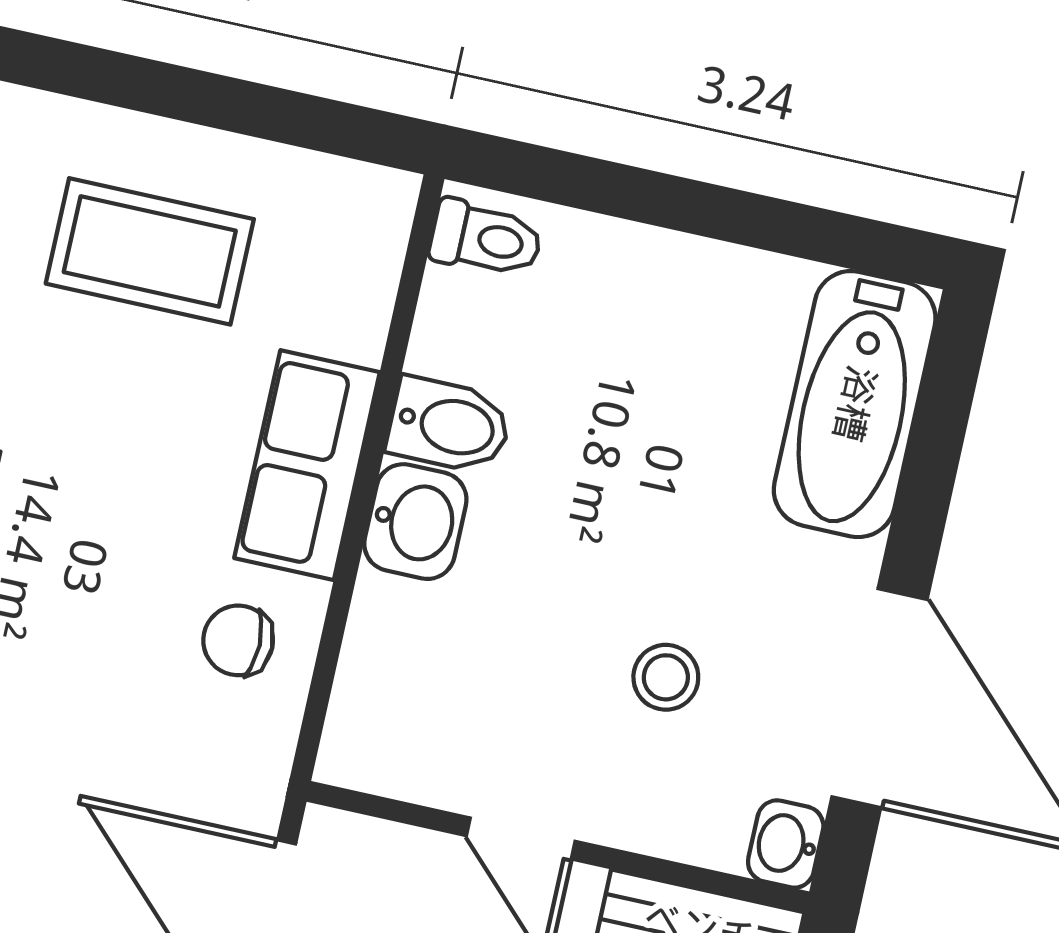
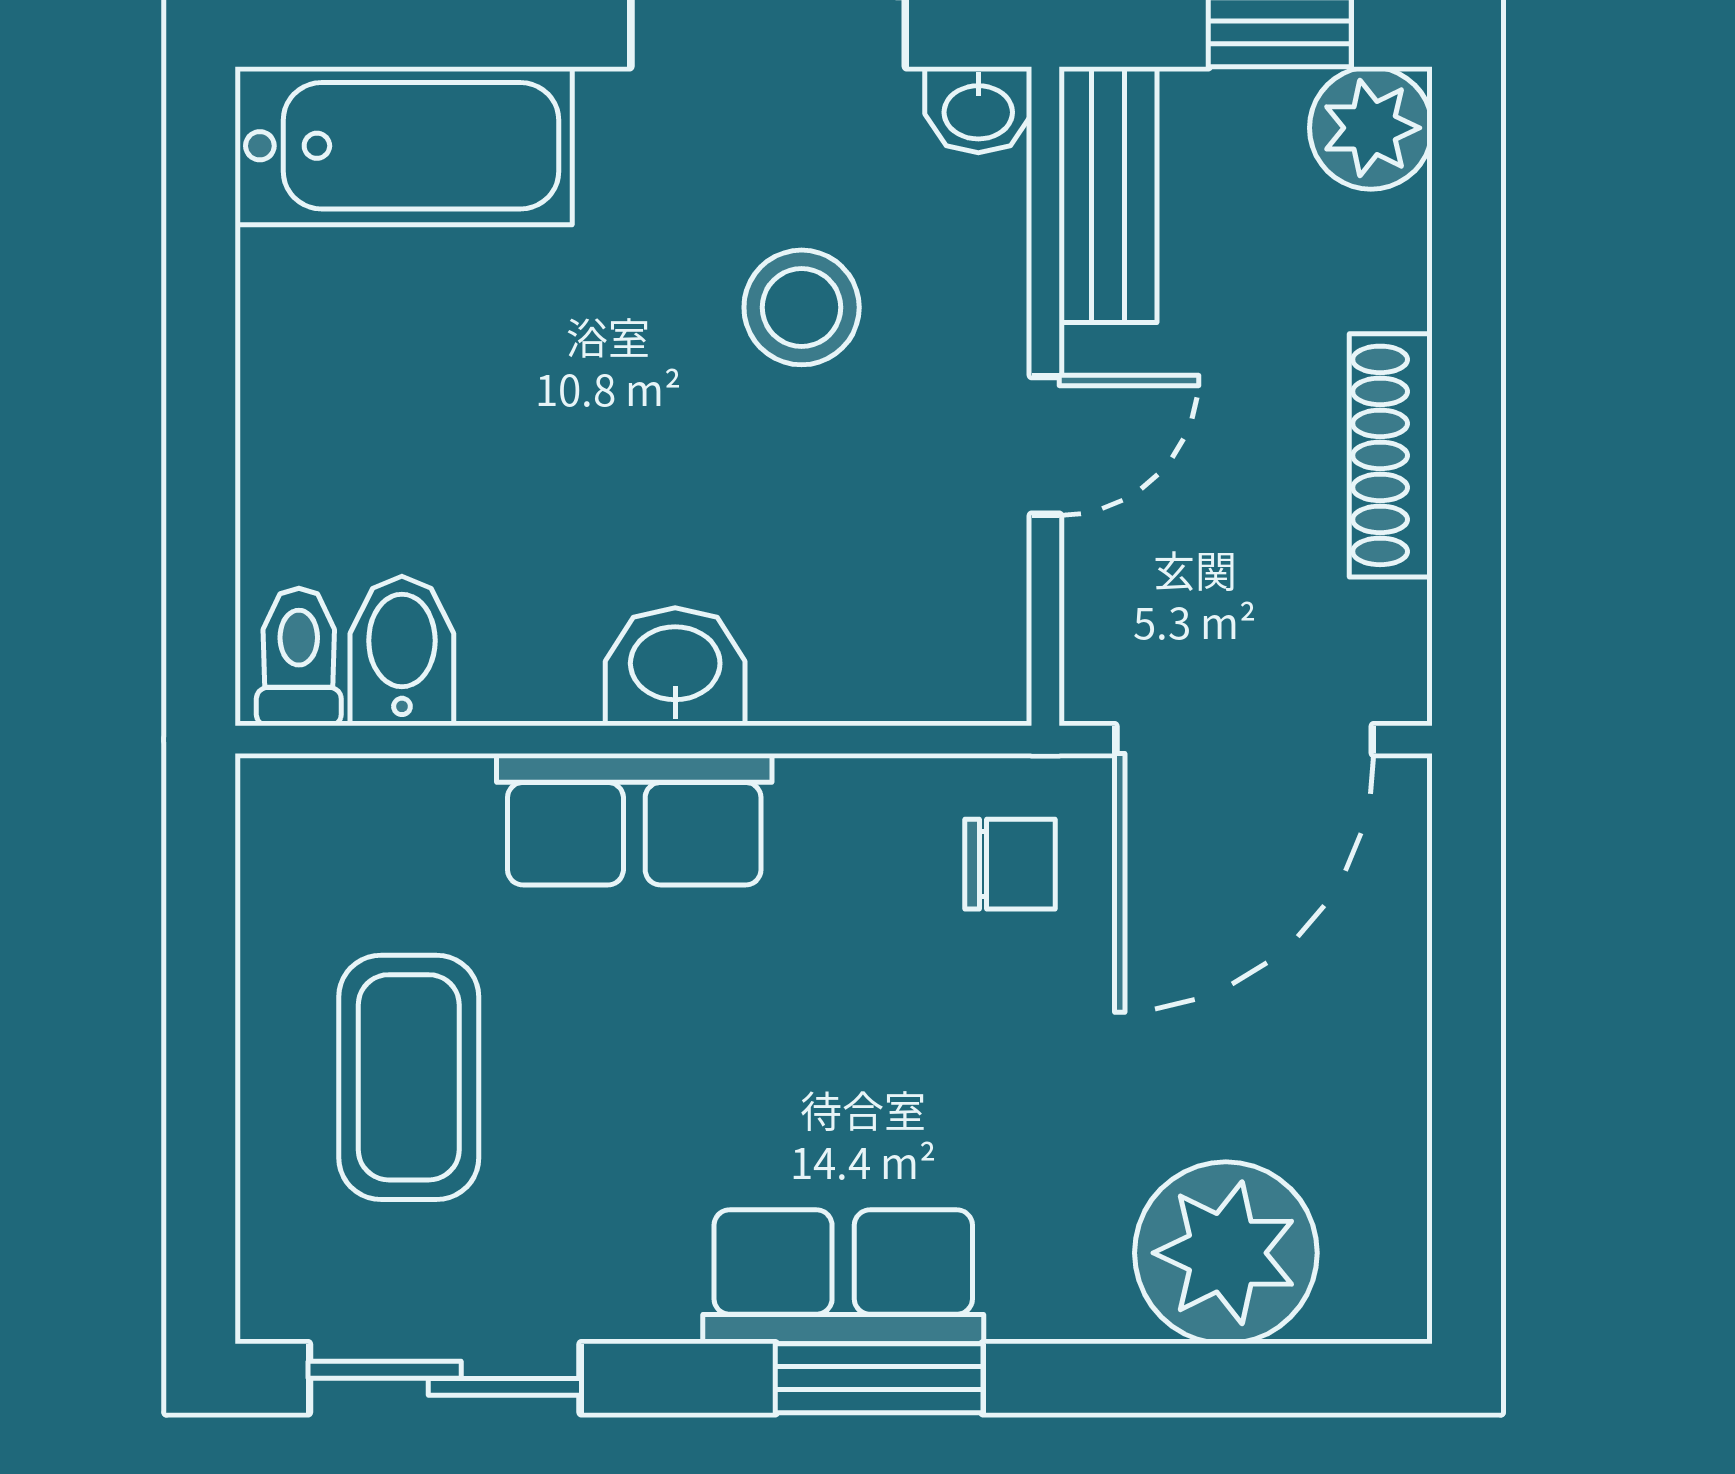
bidet: (449, 425) -> (402, 651), moved
chair: (238, 640) -> (1010, 864), moved, turned -90
stool: (666, 677) -> (802, 307), width x1.37, depth x1.37

